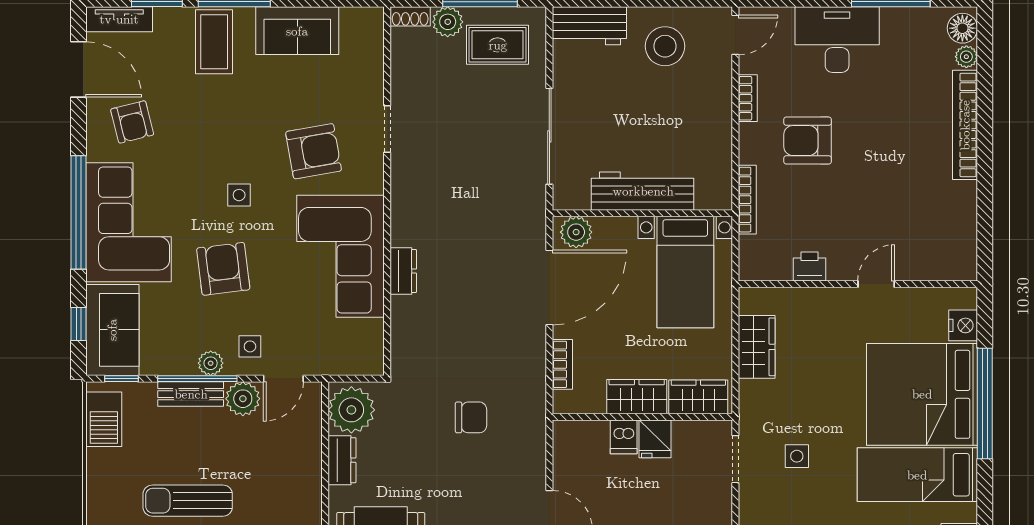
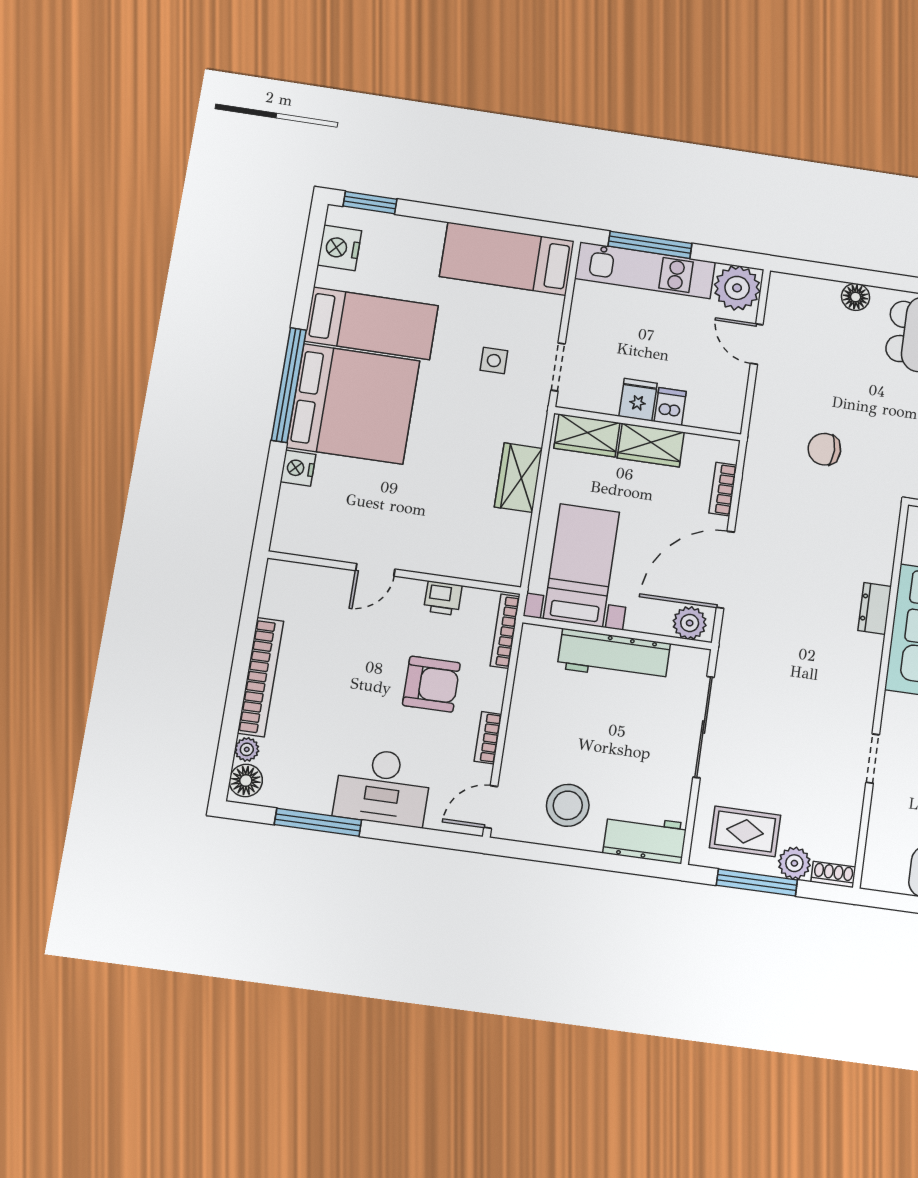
printer: (809, 267) -> (443, 598), moved
wall: (858, 284) -> (395, 573), moved
door: (876, 284) -> (375, 570), moved

